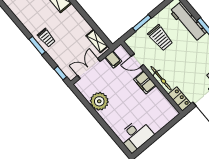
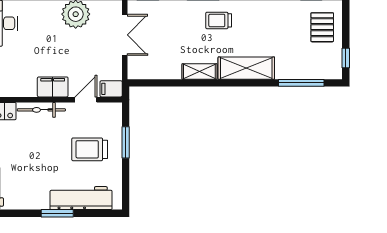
trolley: (46, 38) -> (219, 20), moved
shelving: (97, 41) -> (199, 72), moved
filing cabinet: (113, 59) -> (111, 89), moved

